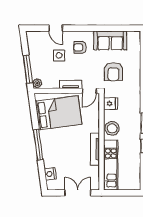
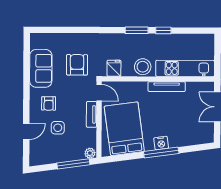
armchair: (113, 72) -> (77, 65), turned -90
nightstand: (50, 174) -> (161, 143), moved

